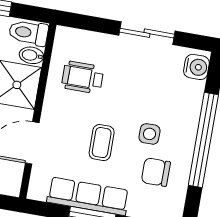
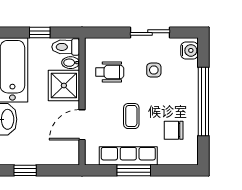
wheelchair: (83, 77) -> (110, 72), turned 180
side table: (150, 134) -> (154, 70), moved

